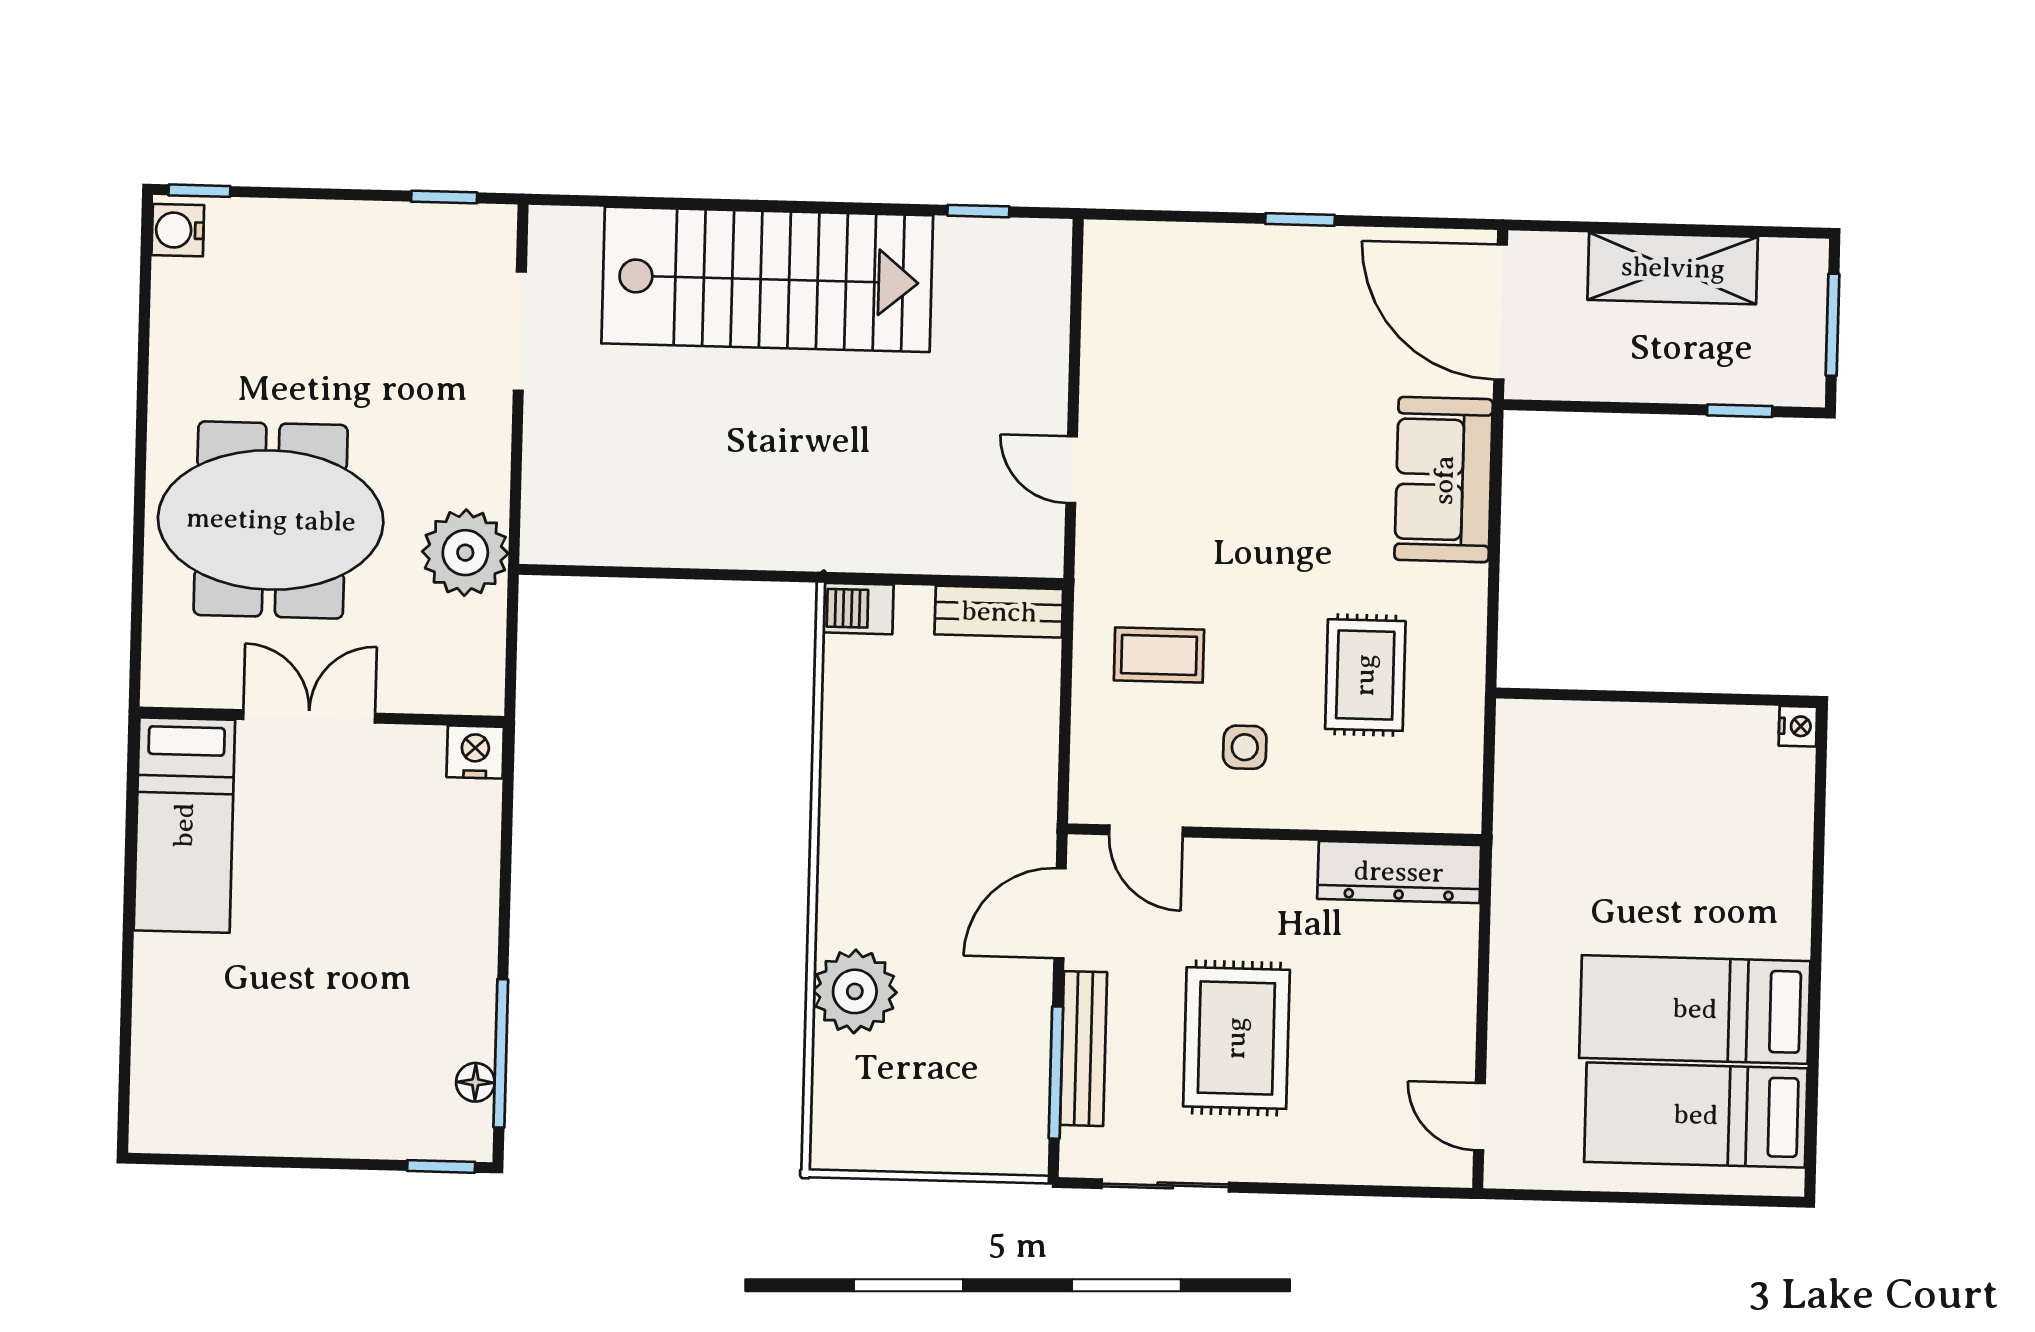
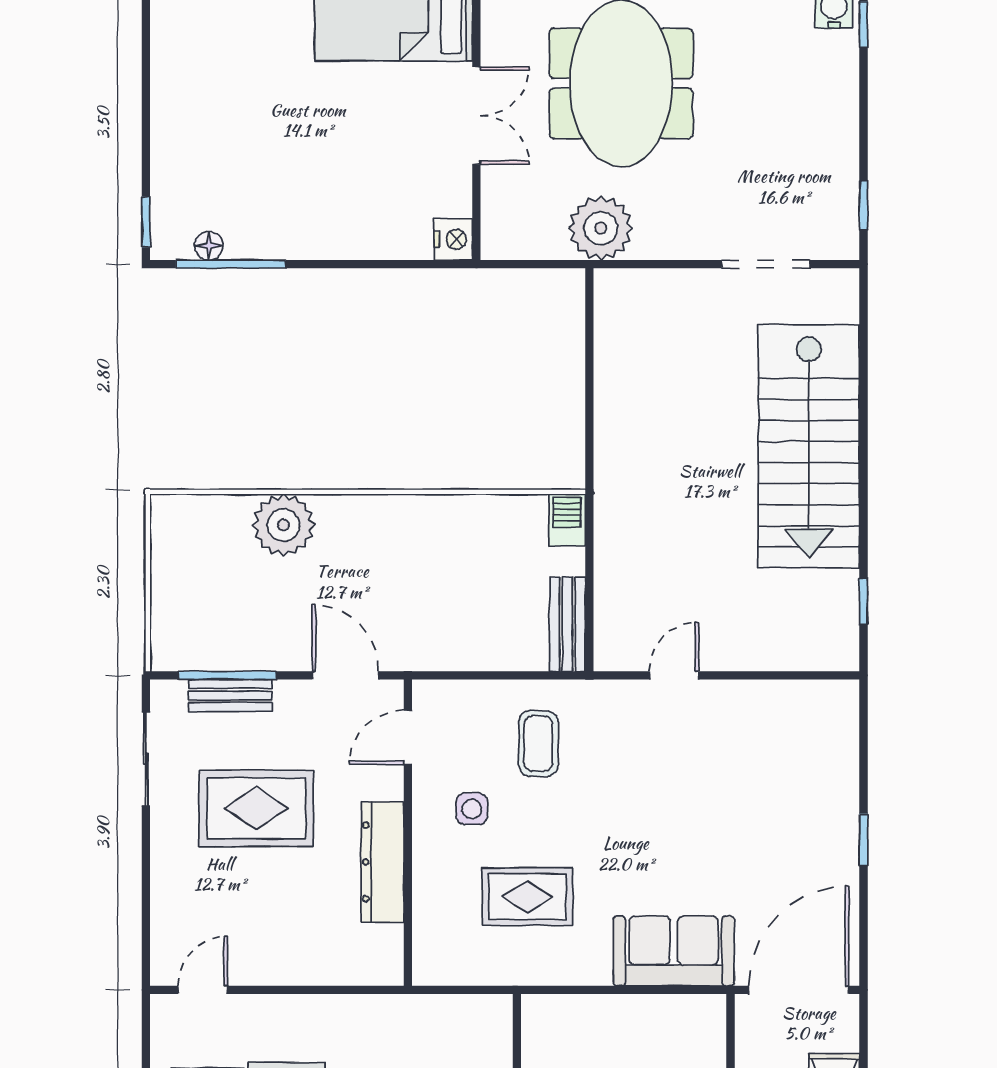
dresser: (1399, 872) -> (382, 862), moved
bench: (1084, 1049) -> (230, 695), width x0.73

